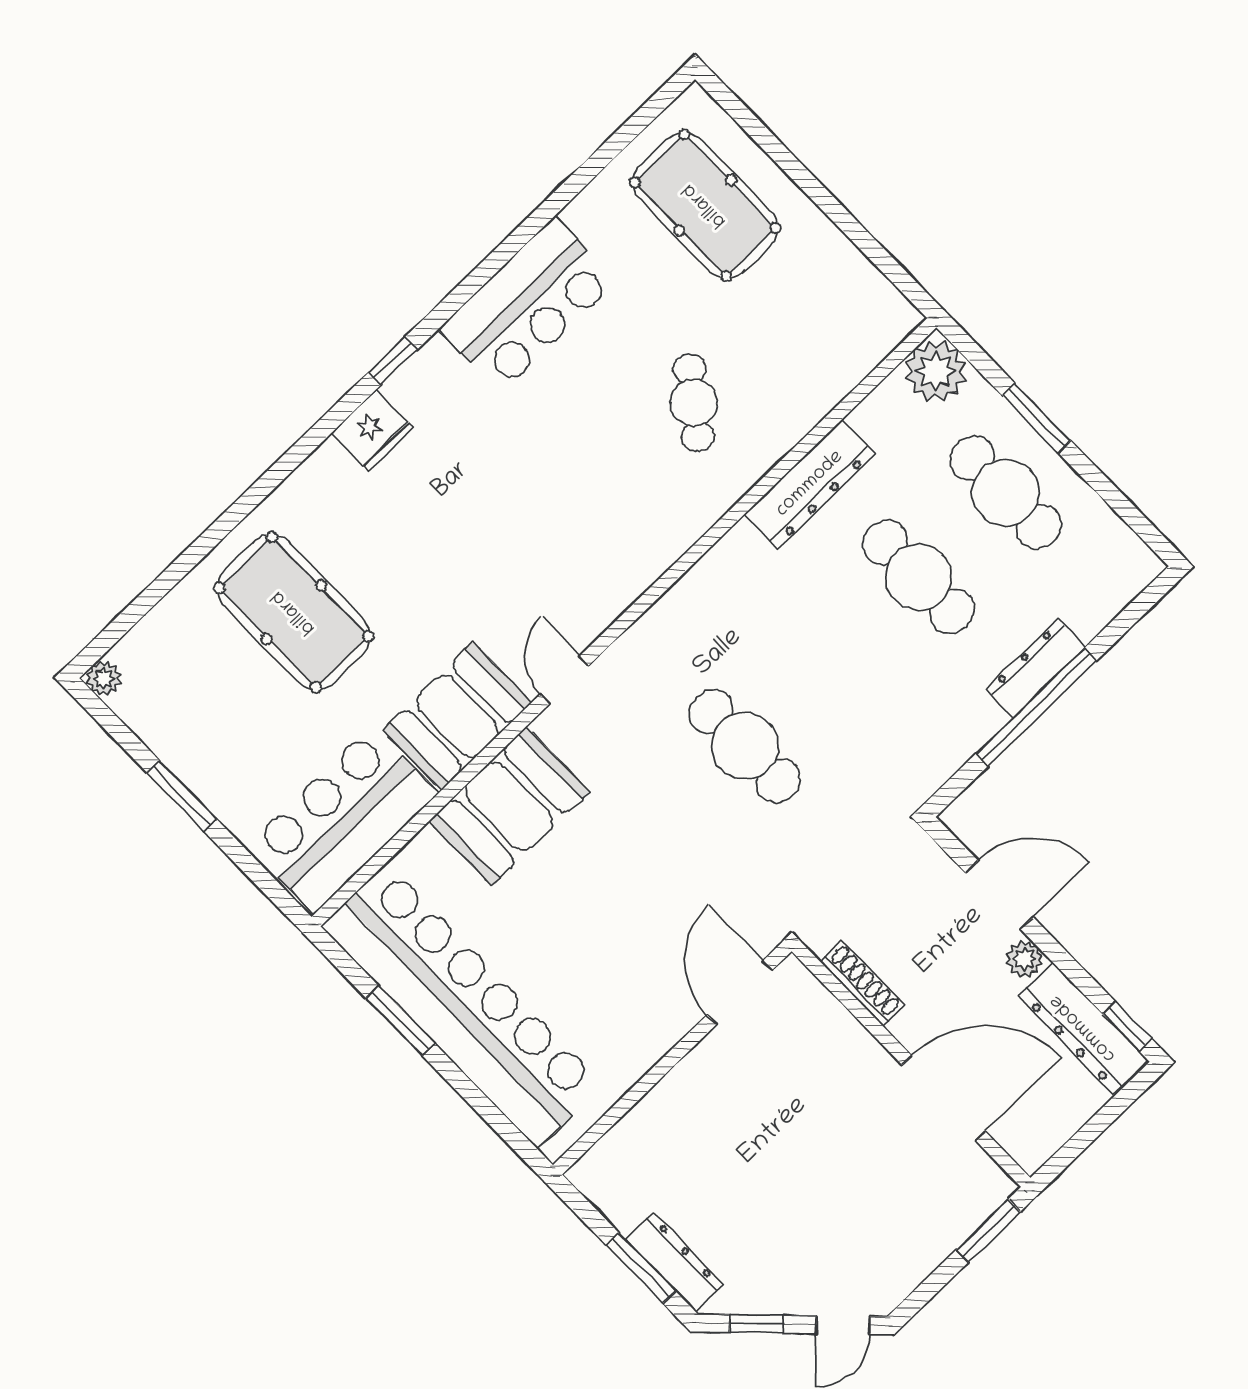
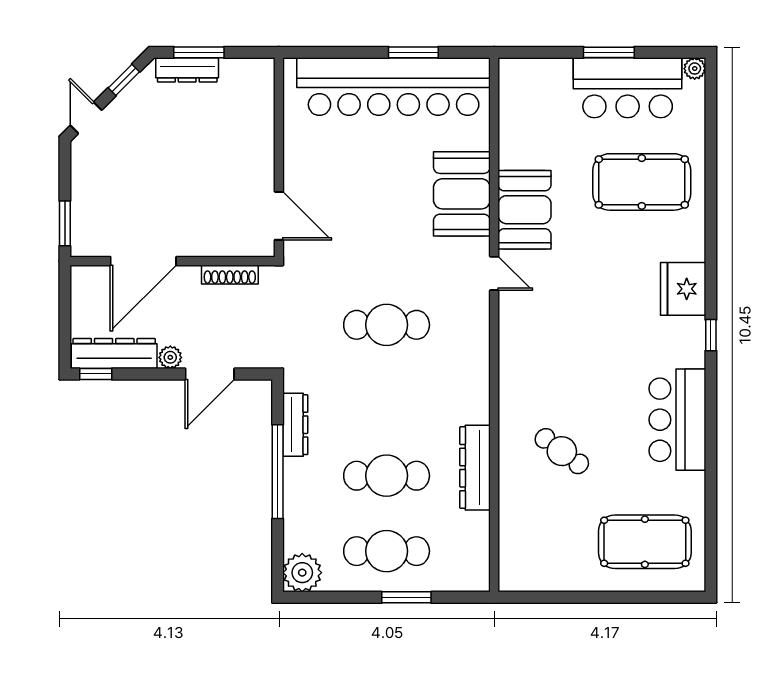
plant: (936, 371) -> (302, 573), moved
fridge: (372, 430) -> (683, 289), width x1.36, depth x1.34
dresser: (1035, 668) -> (295, 425), moved
bar counter: (343, 819) -> (628, 88), moved, turned 90

